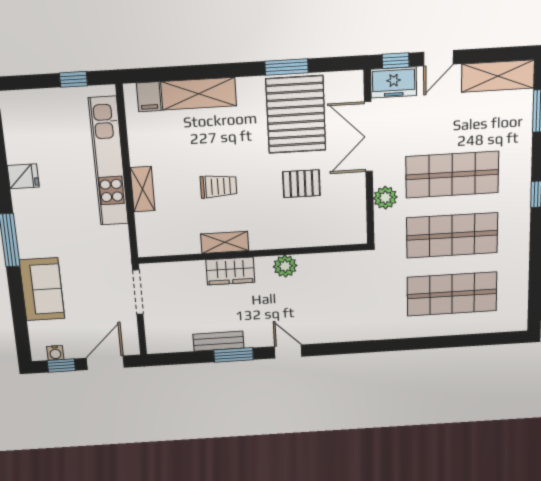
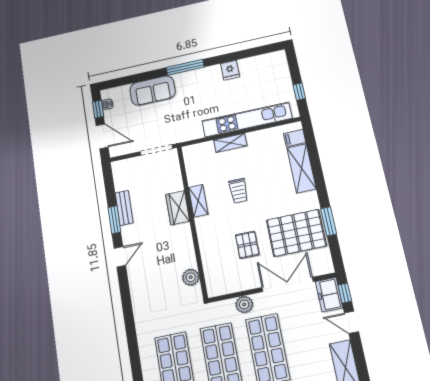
plant: (285, 266) -> (191, 277), moved

